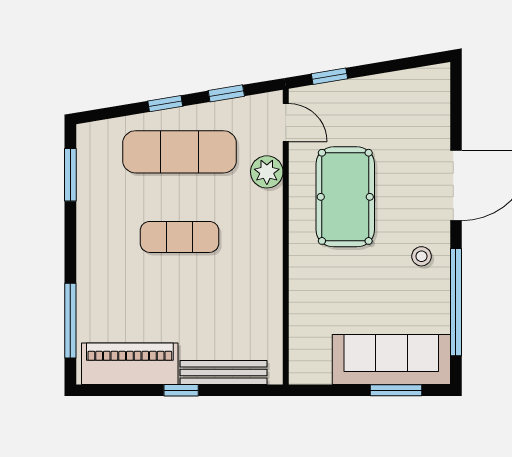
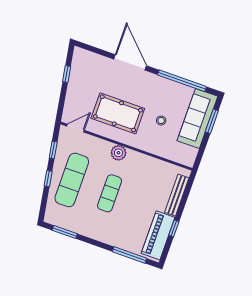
window: (329, 76) -> (67, 74), moved
plant: (267, 172) -> (118, 153), moved
stool: (421, 256) -> (161, 121), moved
window: (181, 390) -> (174, 228), moved

